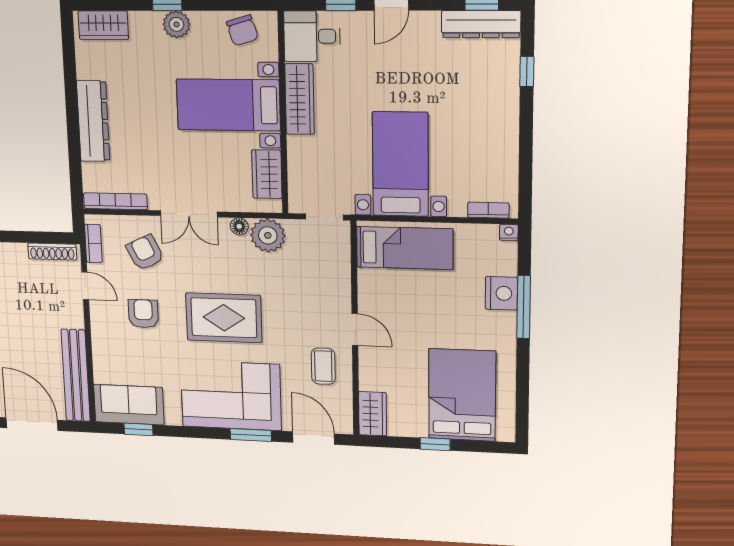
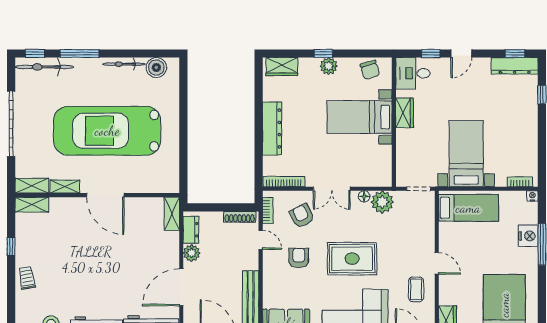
wardrobe: (300, 99) -> (404, 113), width x0.67
wardrobe: (267, 174) -> (383, 162), removed

